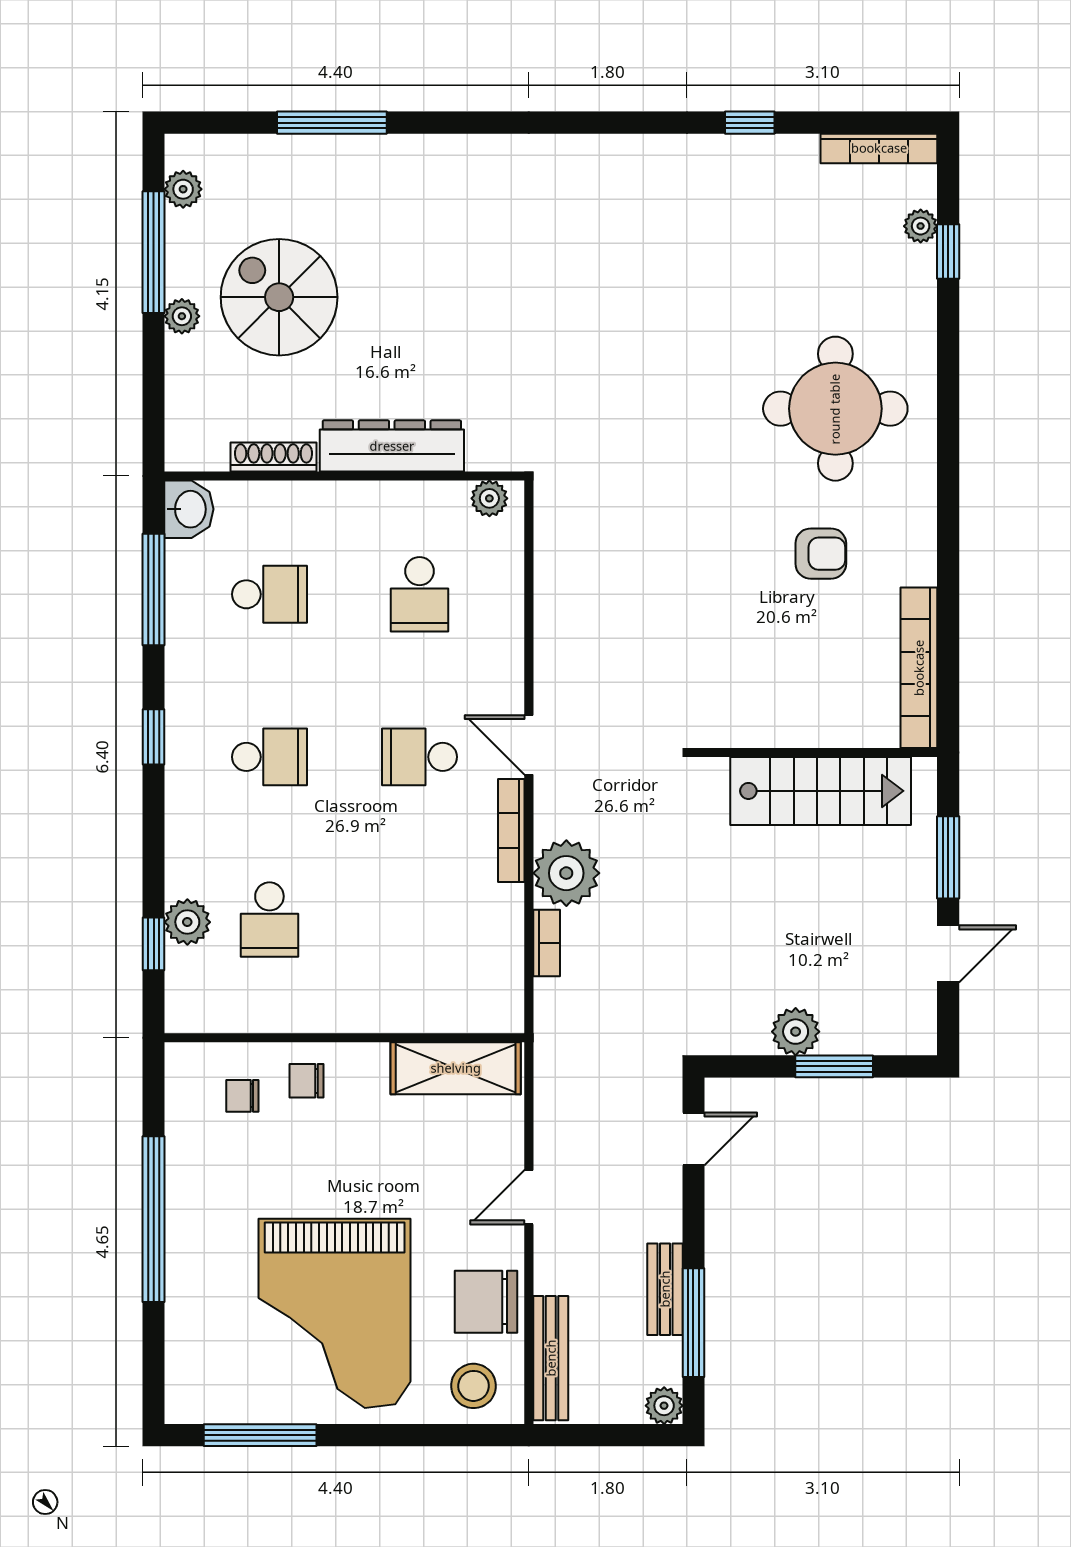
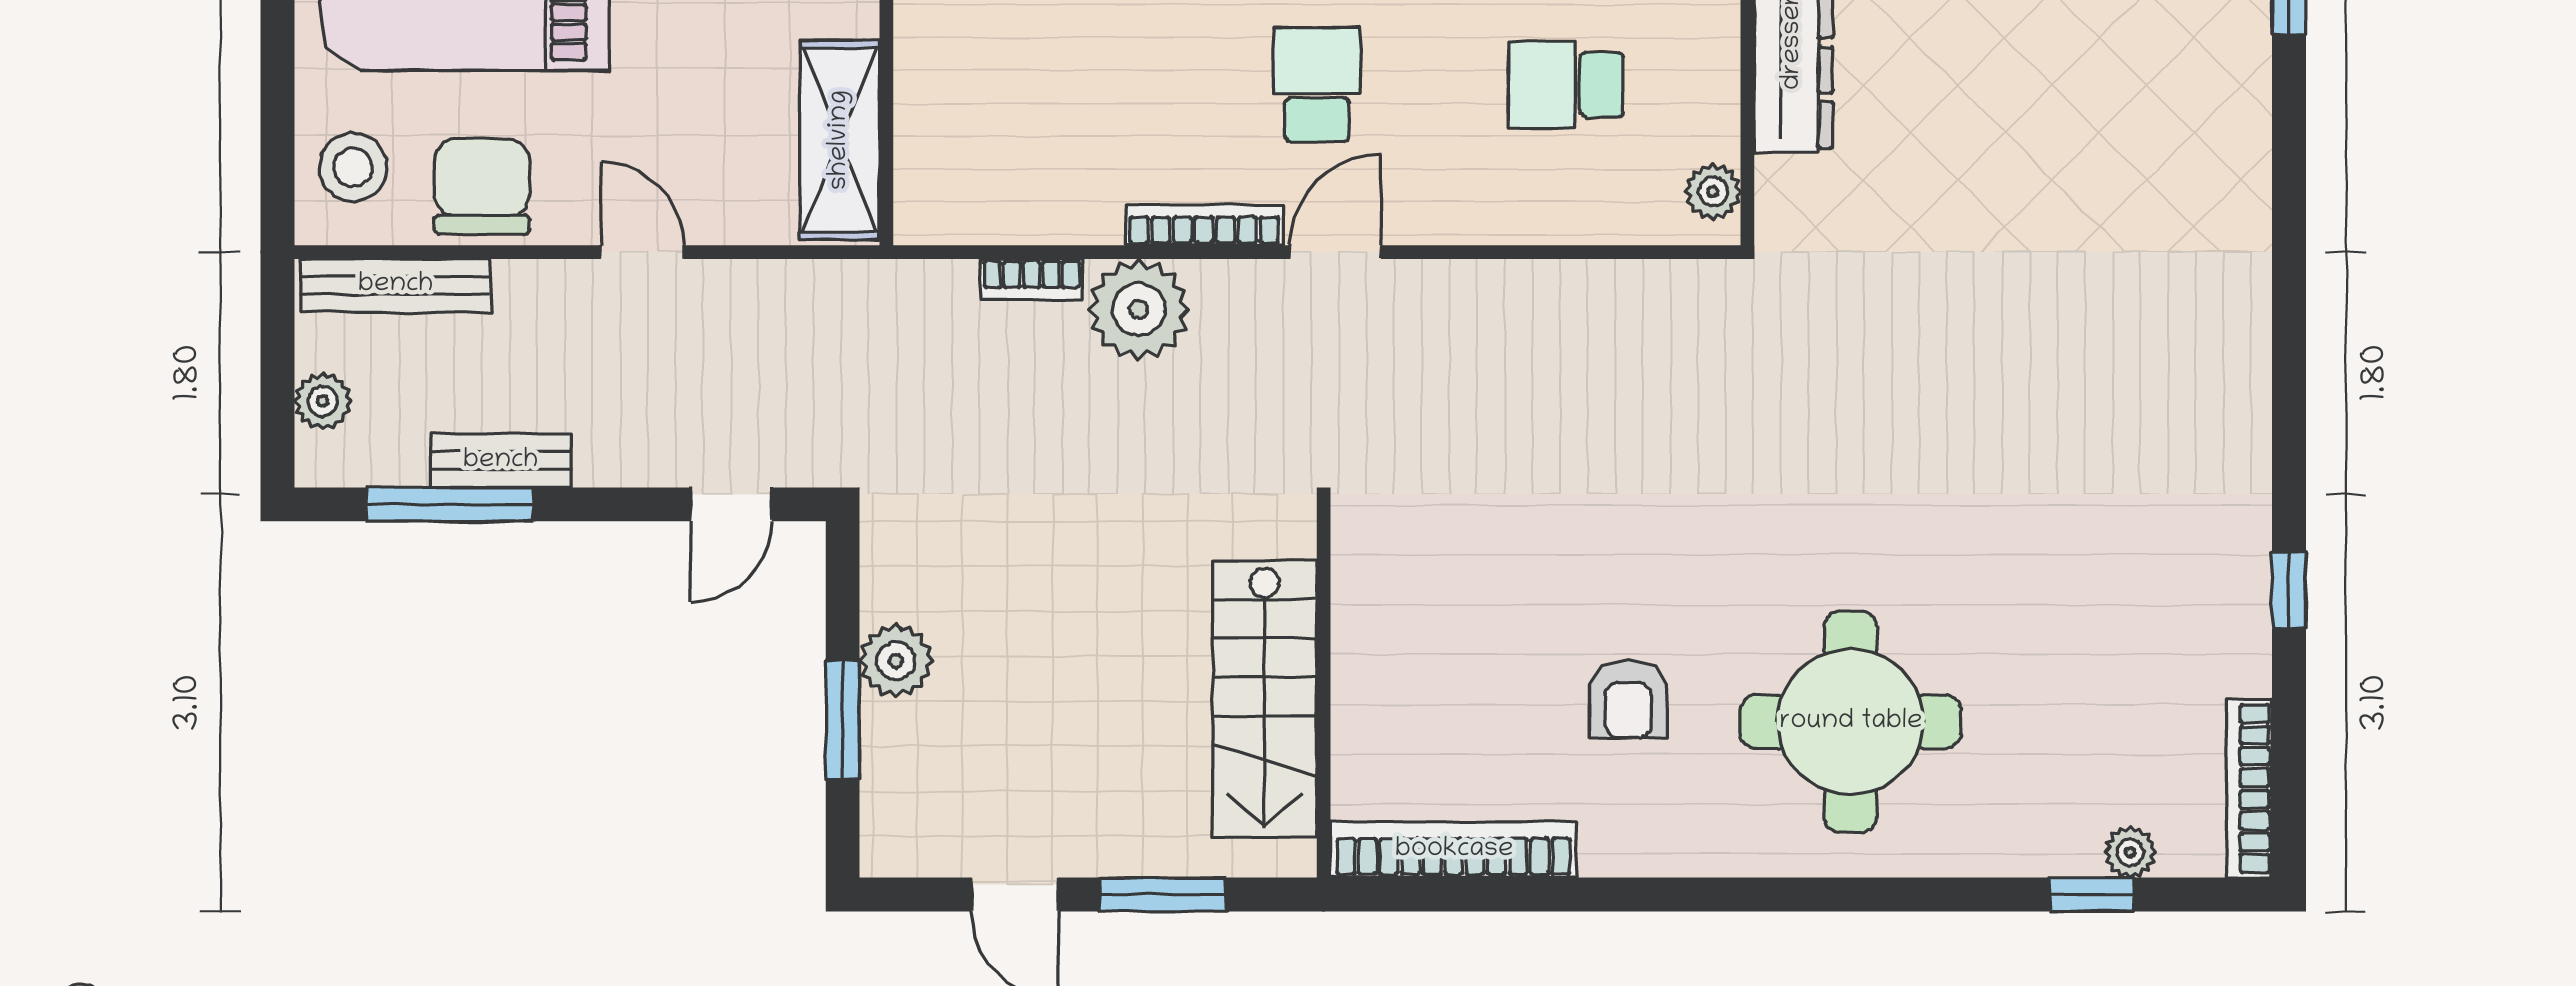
door: (693, 1139) -> (731, 504), hinge flipped
plant: (664, 1406) -> (323, 401), moved

